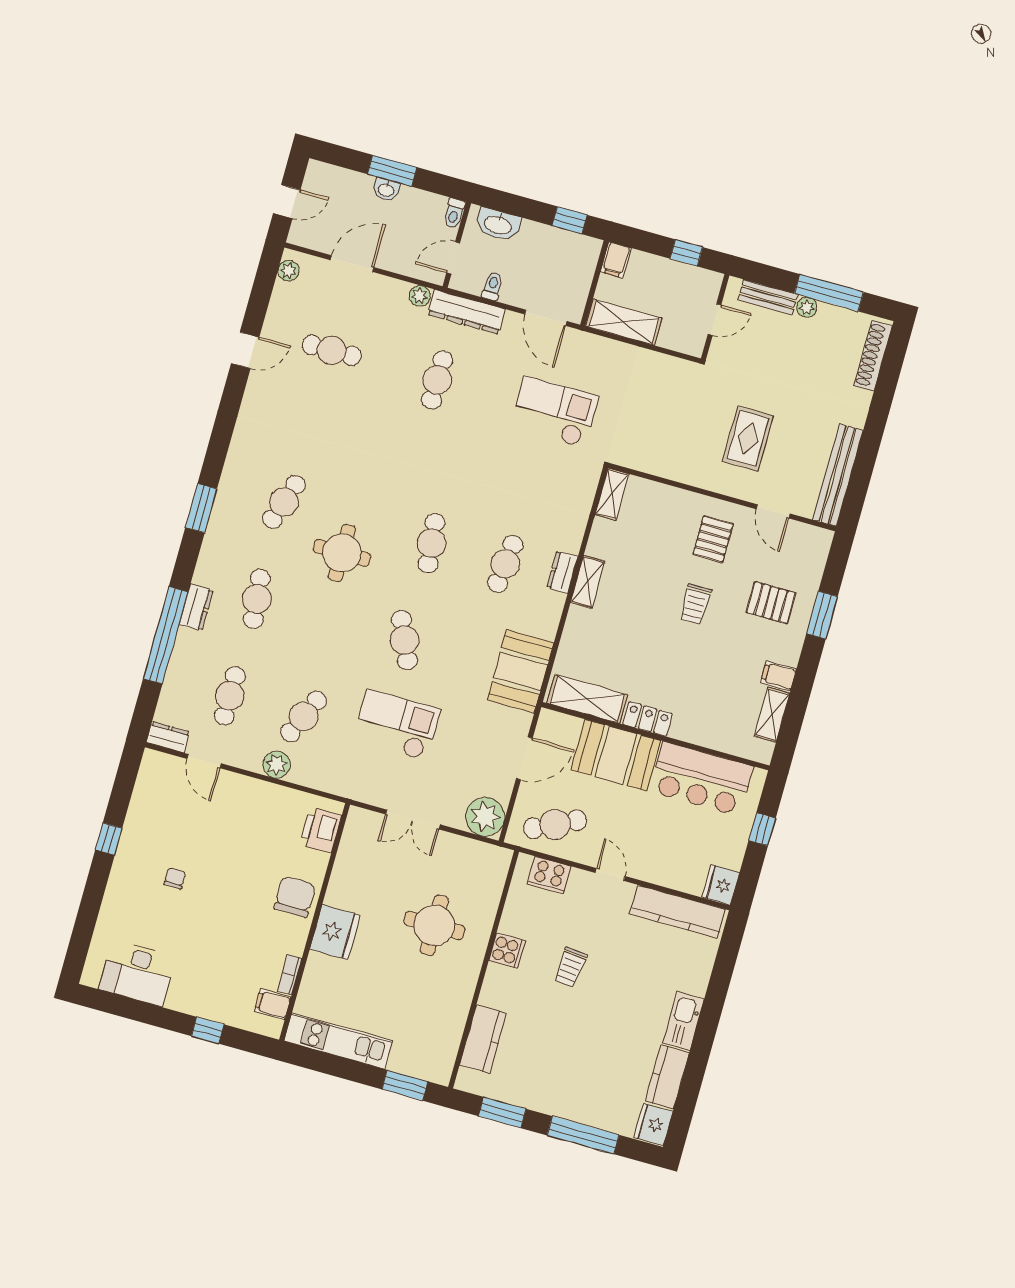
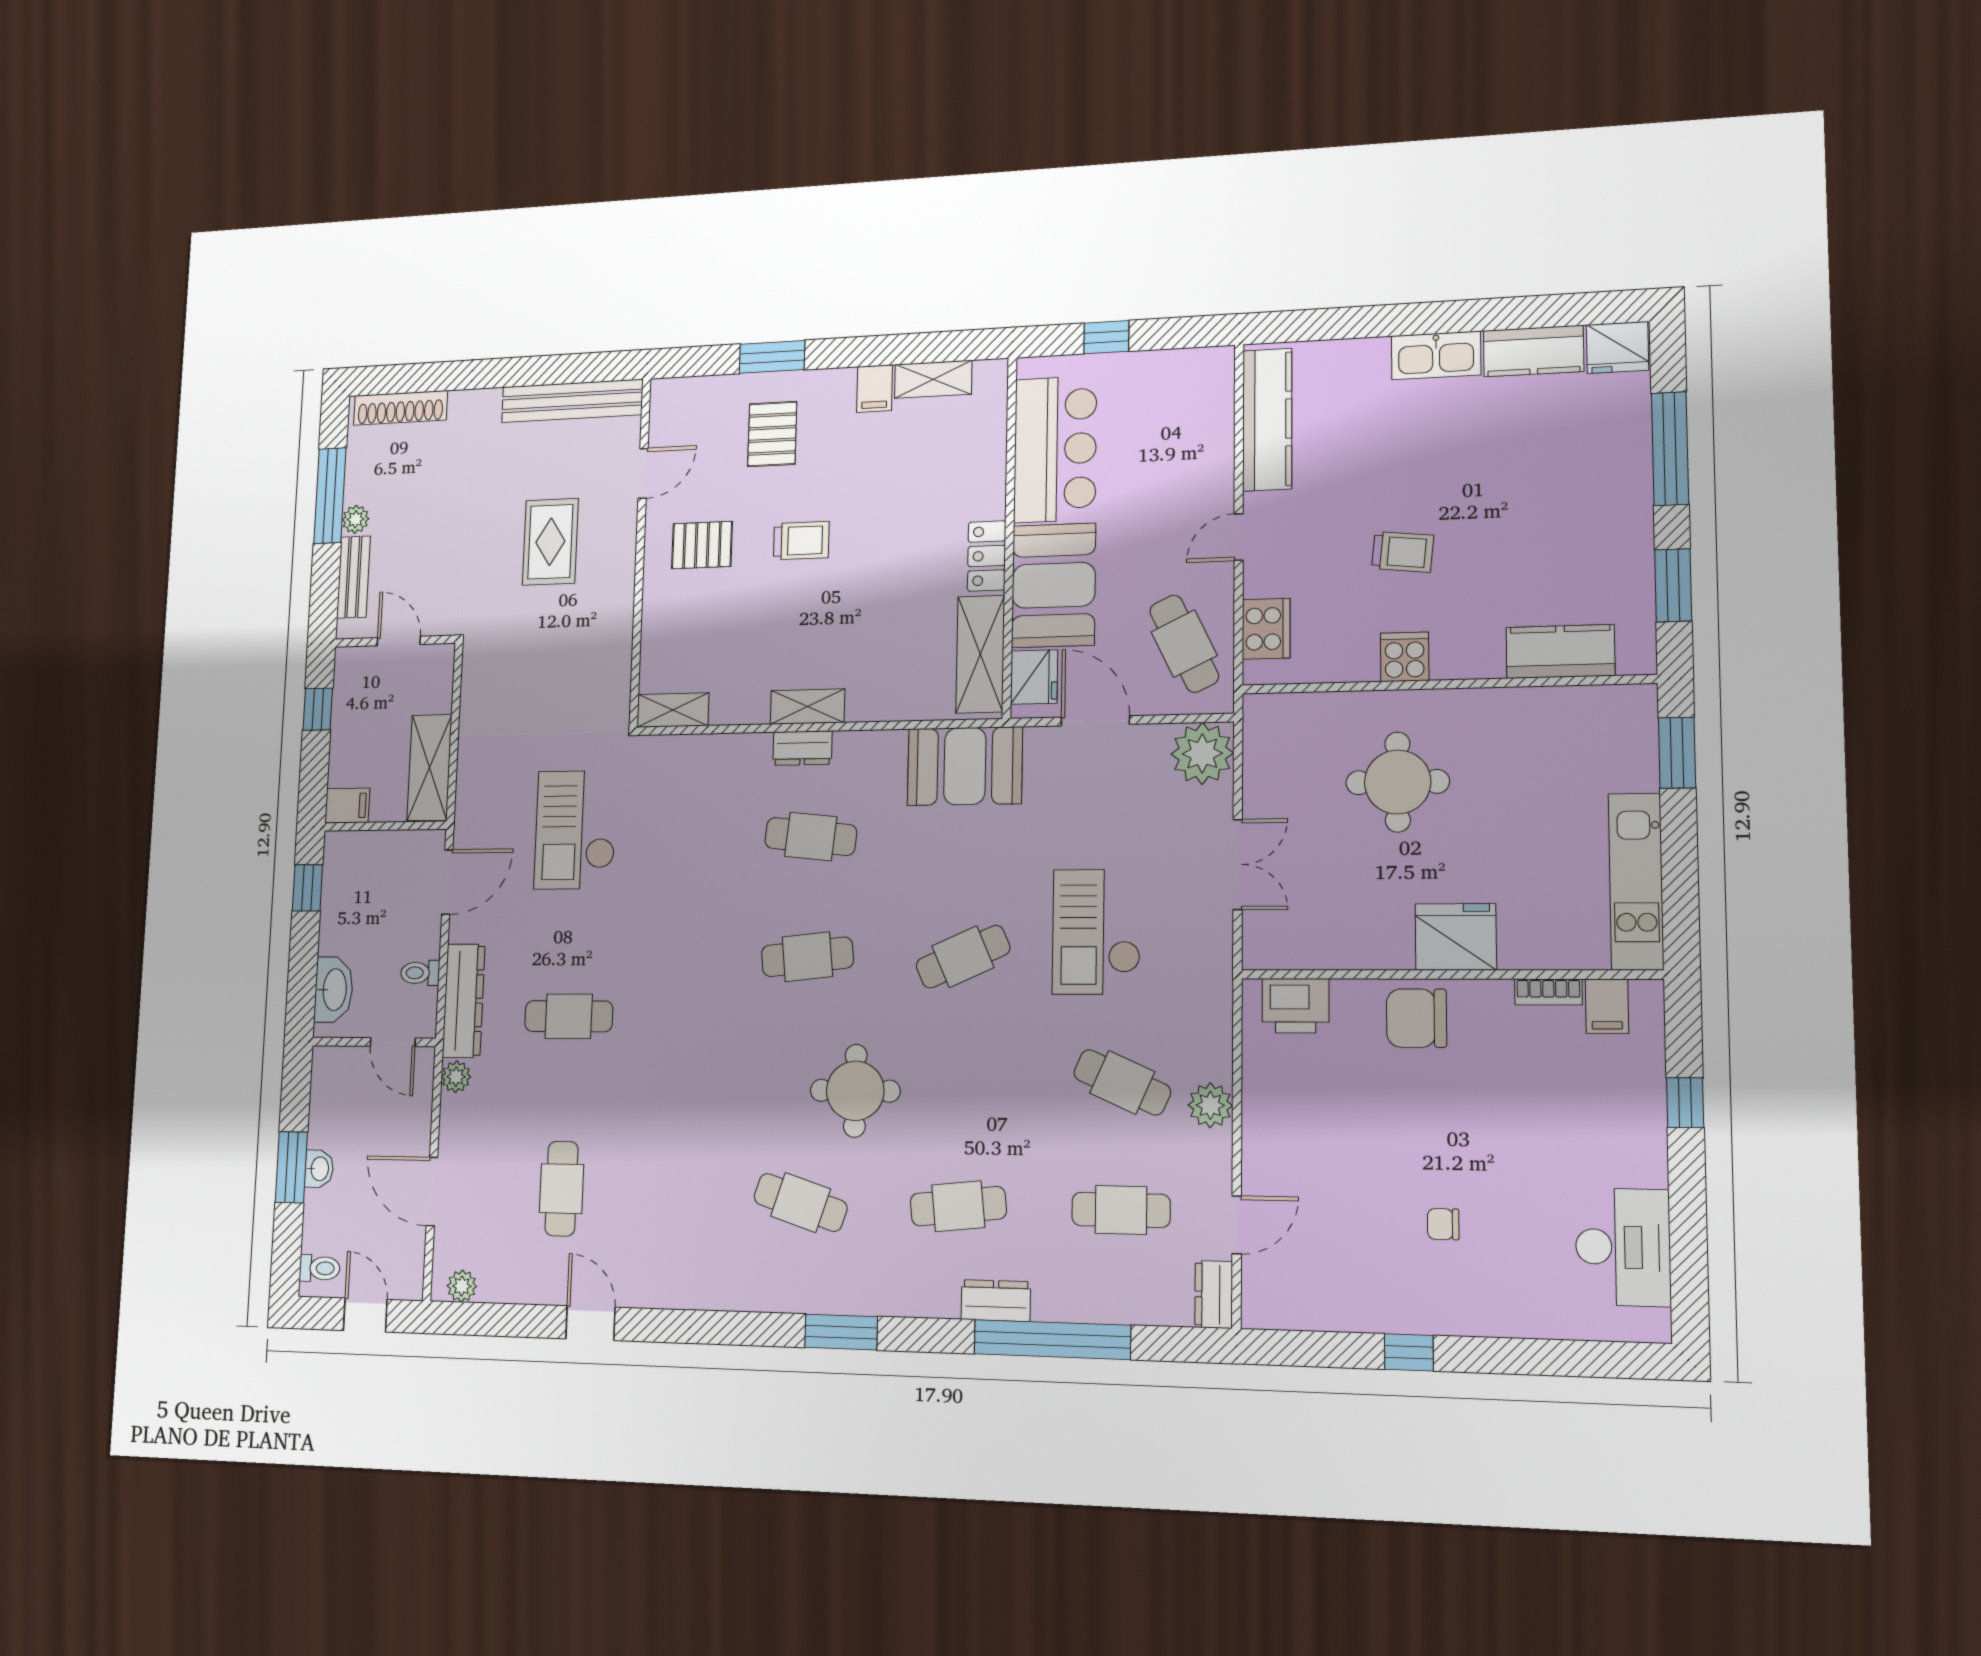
toilet: (454, 213) -> (320, 1268), moved
rug: (748, 438) -> (550, 542), turned 90
fridge: (721, 885) -> (1034, 677), moved, turned -90

